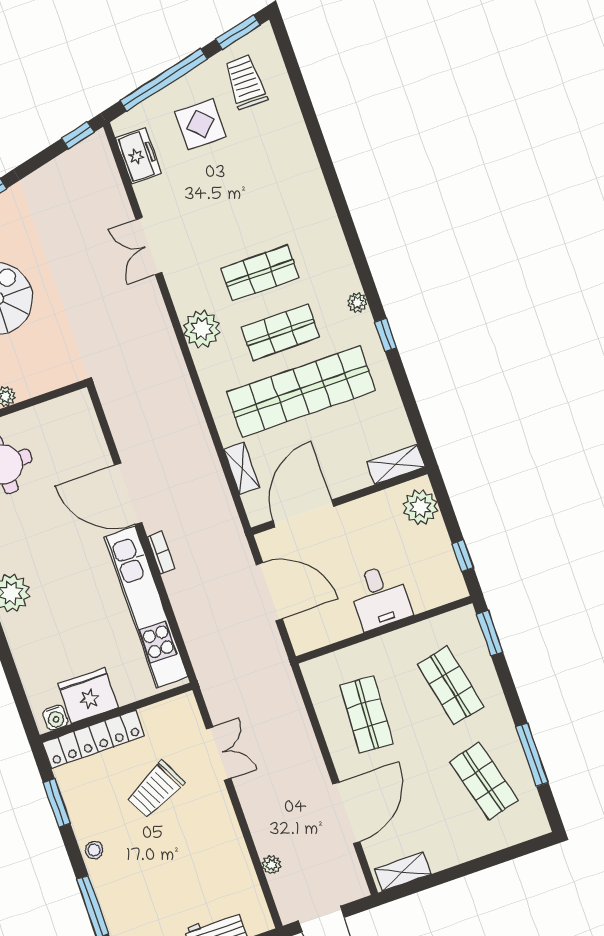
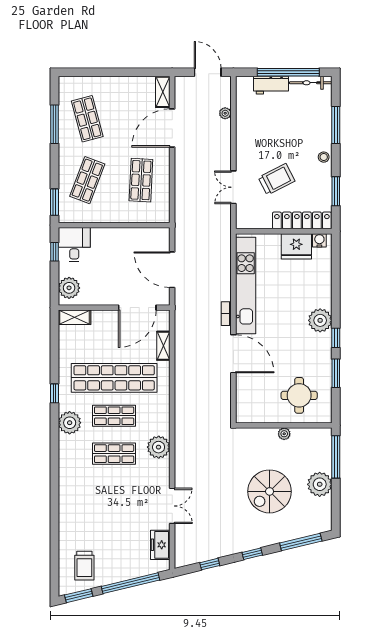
display table: (200, 124) -> (118, 551), removed
window: (78, 135) -> (210, 564), moved
double door: (149, 246) -> (172, 506), moved
plant: (357, 303) -> (70, 423), width x1.88, depth x1.88
plant: (202, 329) -> (159, 447), moved
desk: (380, 597) -> (74, 245), moved
shop shelf: (450, 685) -> (87, 180), turned 33
shelving: (403, 872) -> (163, 92), moved, turned 90

